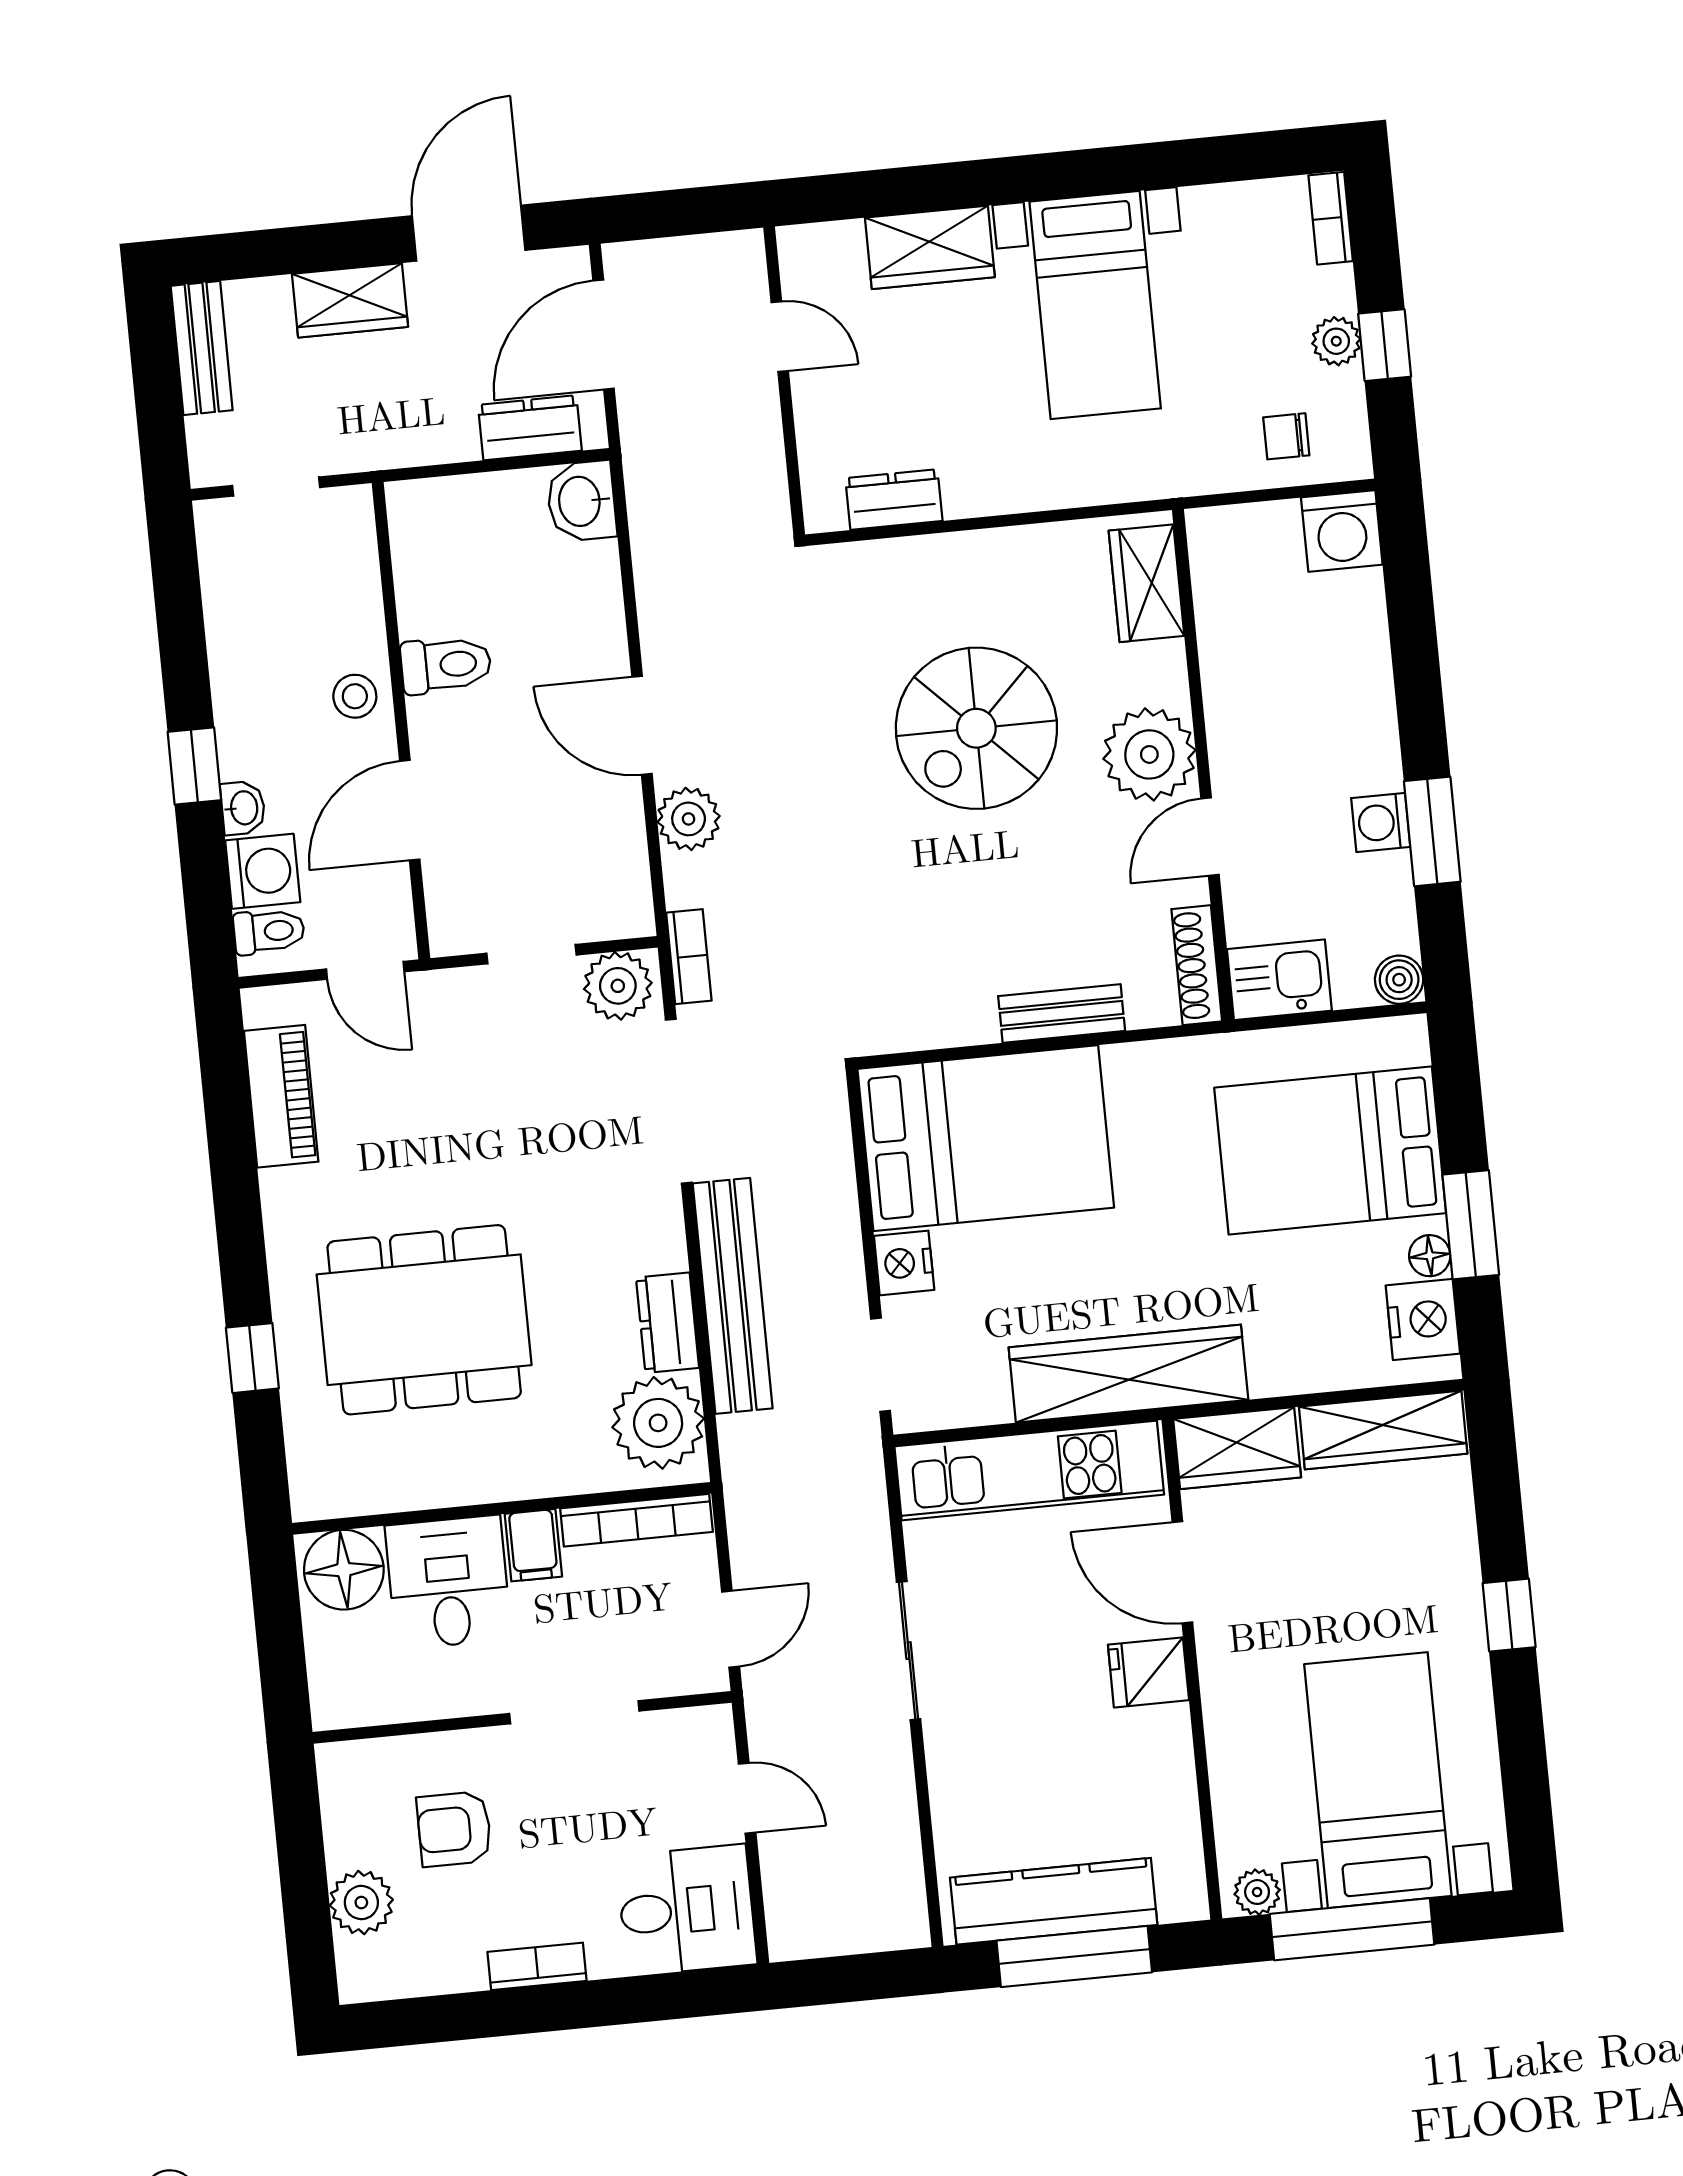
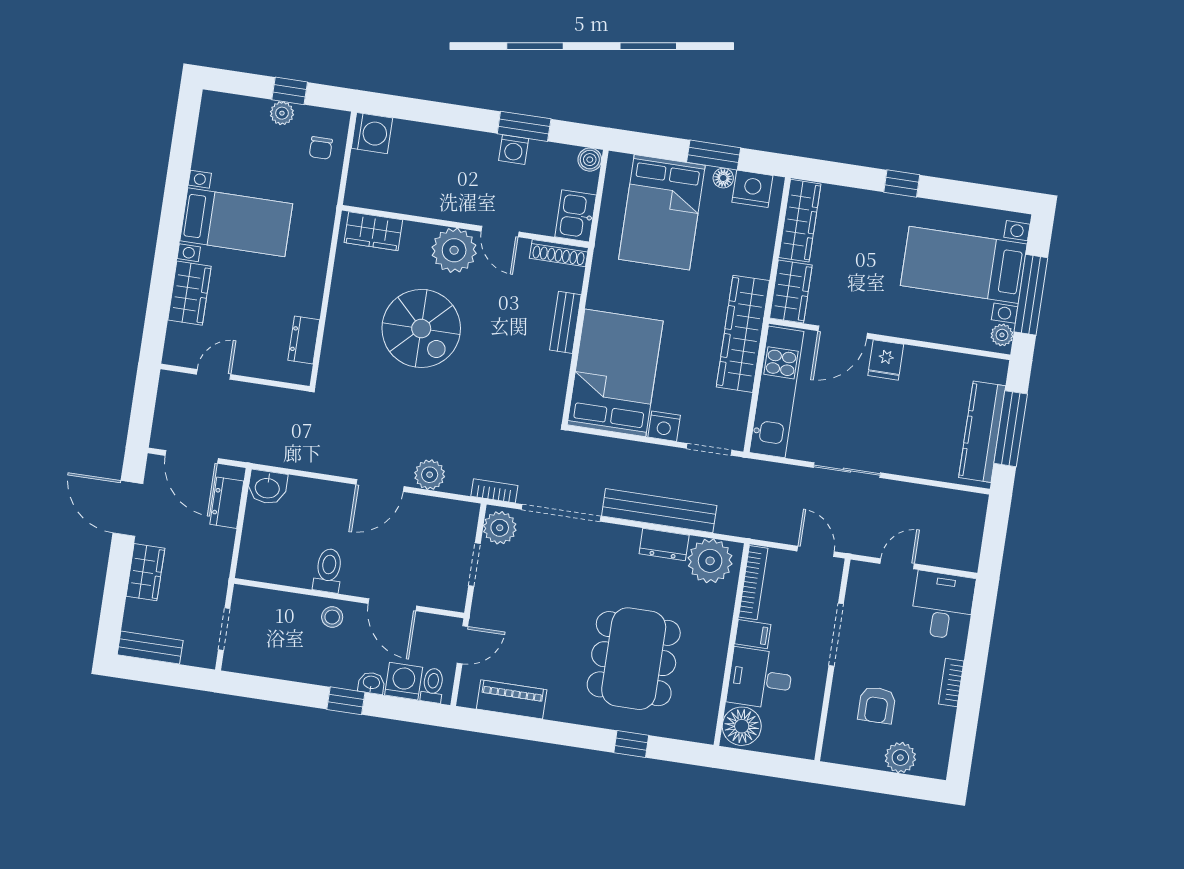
bookcase: (1331, 218) -> (223, 101), removed

